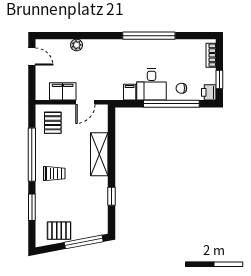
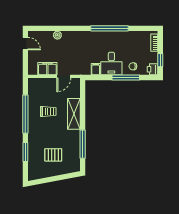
window: (171, 104) -> (126, 77), width x0.68
pallet: (53, 123) -> (40, 91), removed
trolley: (54, 174) -> (48, 111), moved
window: (111, 196) -> (83, 144), width x2.17
pallet: (59, 231) -> (53, 155), moved
window: (84, 242) -> (63, 177), removed

